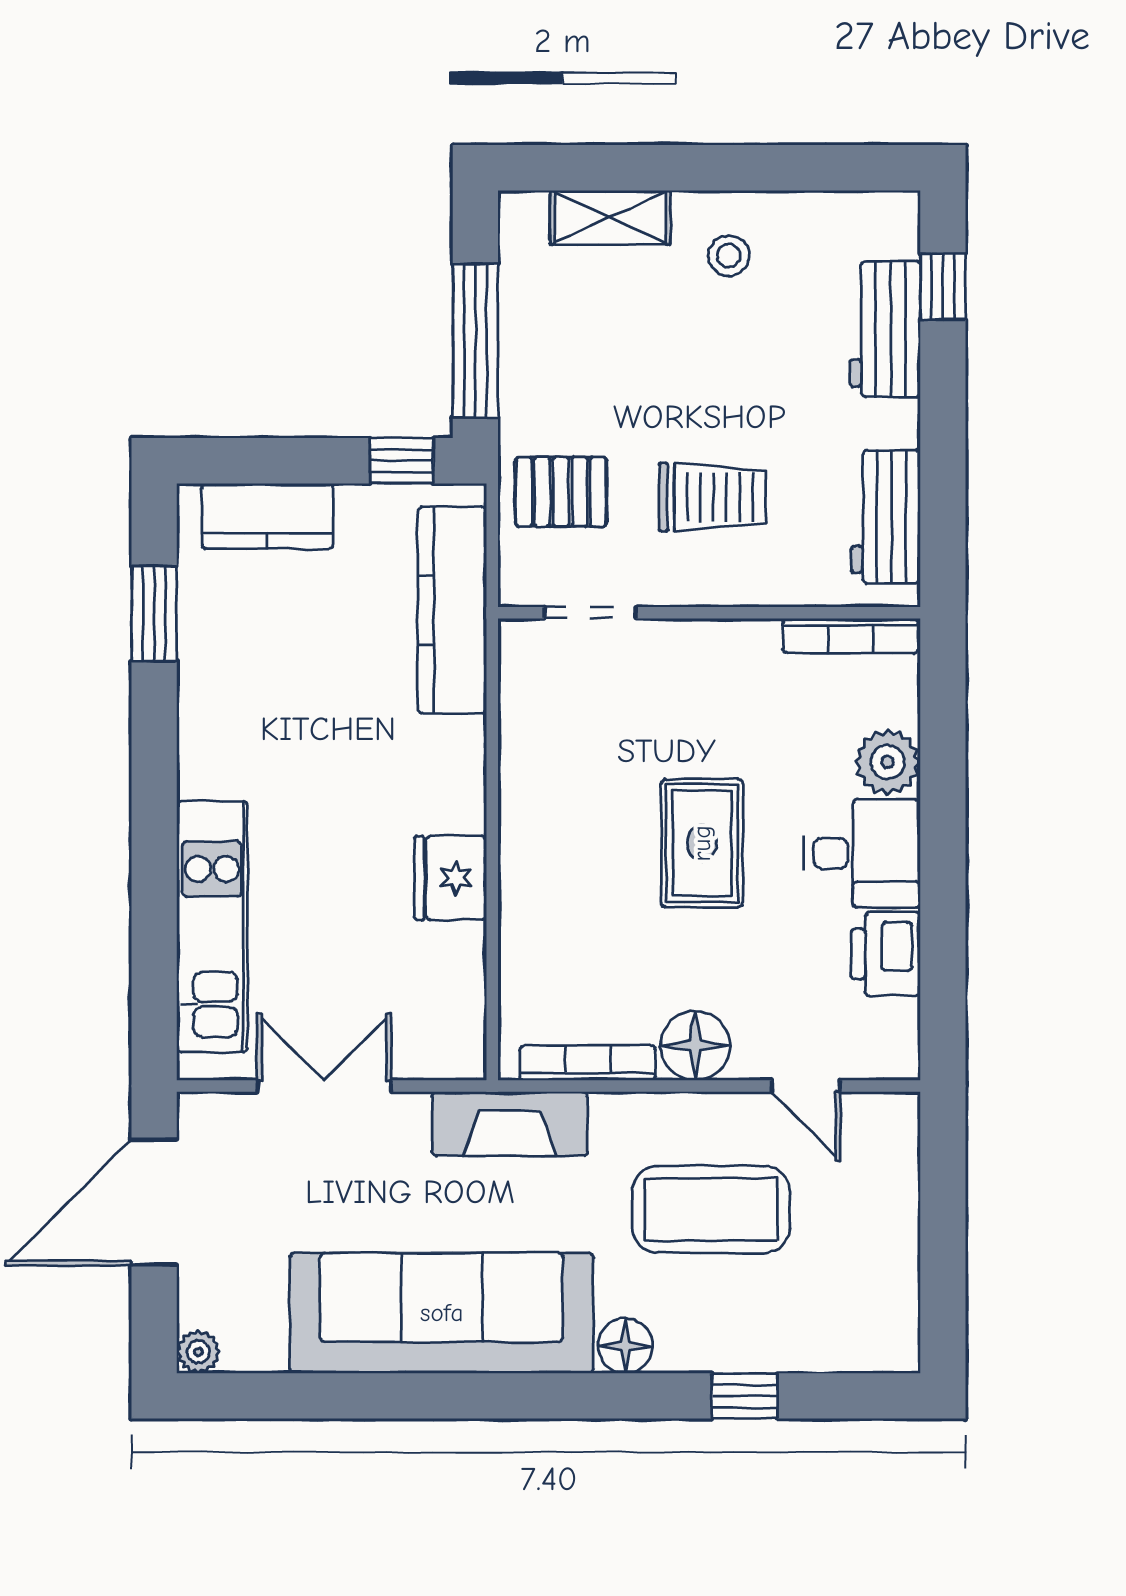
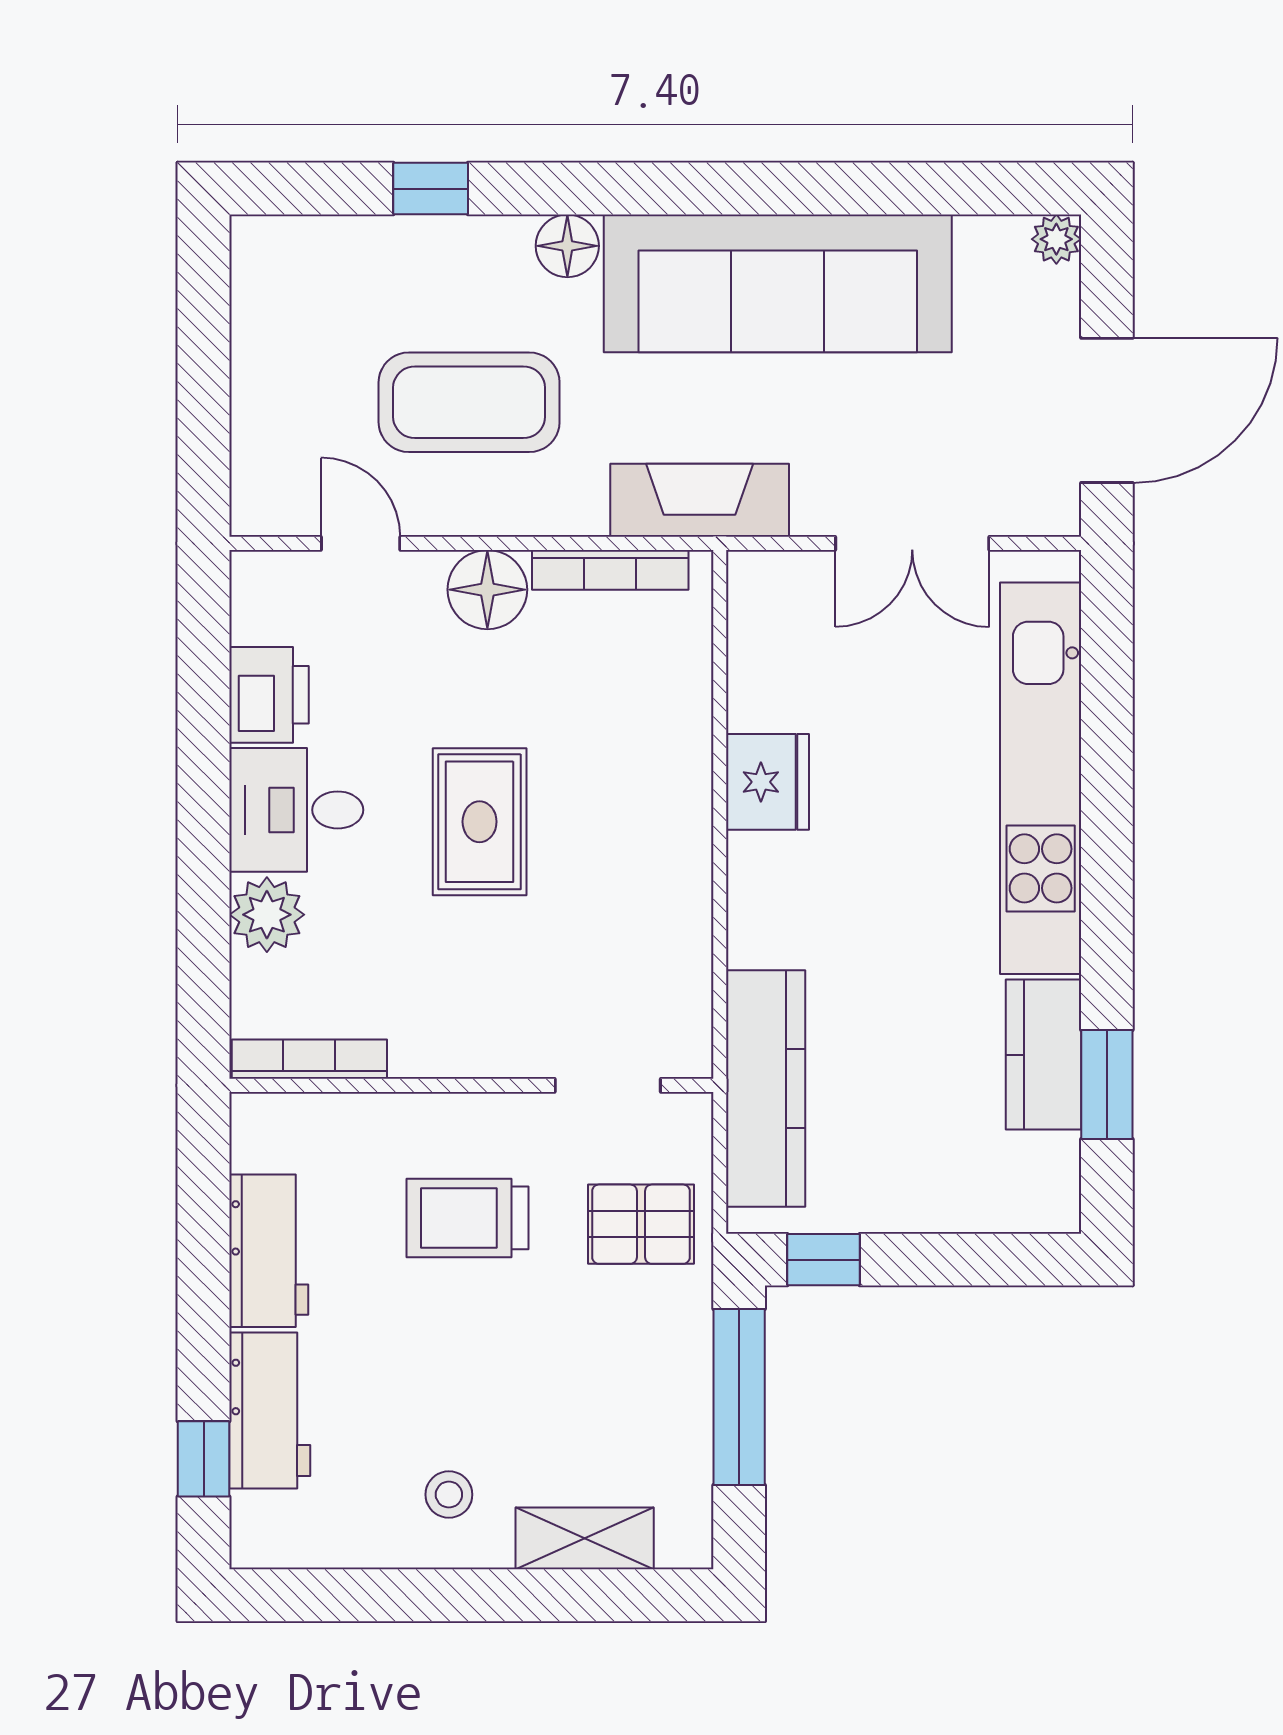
kitchen counter: (267, 516) -> (1043, 1055), moved, turned -90
workbench: (886, 517) -> (269, 1251), moved
kitchen unit: (212, 927) -> (1041, 778), width x1.36

